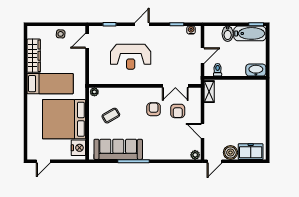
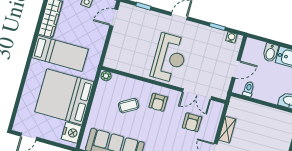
reception desk: (131, 57) -> (169, 58), moved, turned -90
shelving: (209, 92) -> (227, 130), moved
armchair: (154, 109) -> (158, 102), moved, turned 180
coffee table: (111, 116) -> (129, 106), moved

